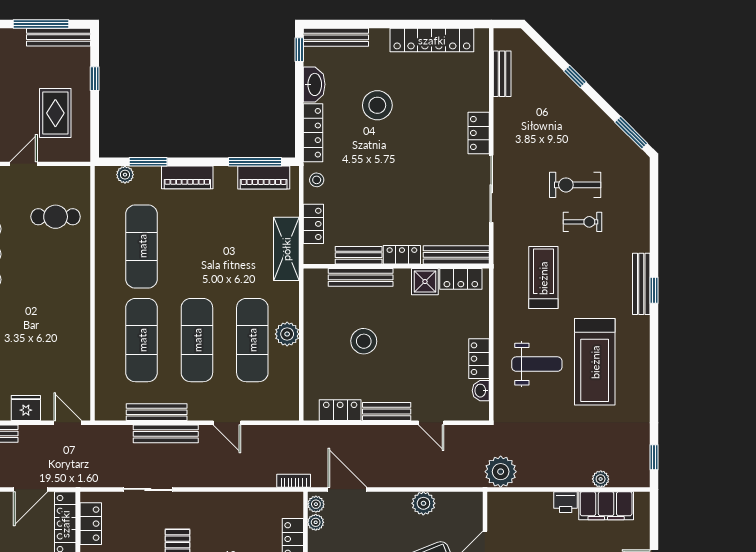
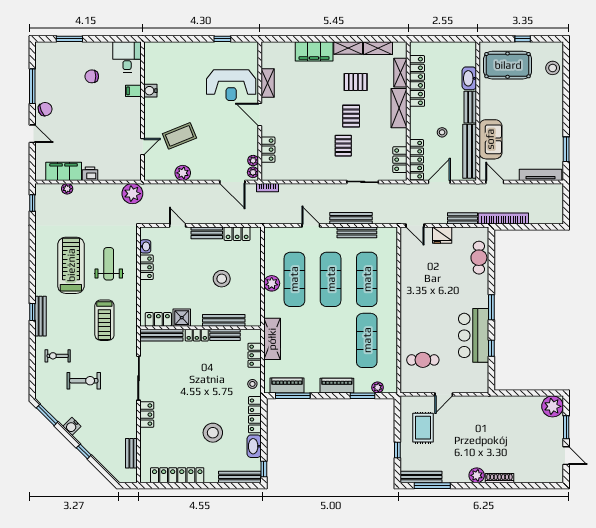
water cooler: (593, 115) -> (72, 426), added
exercise bike: (582, 222) -> (58, 356), moved
weight bench: (537, 364) -> (109, 264), turned 90

